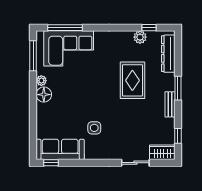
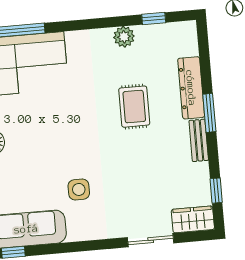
plant: (140, 37) -> (124, 37), moved
dresser: (168, 54) -> (191, 88), moved
rug: (132, 80) -> (134, 107), width x0.73, depth x0.70

